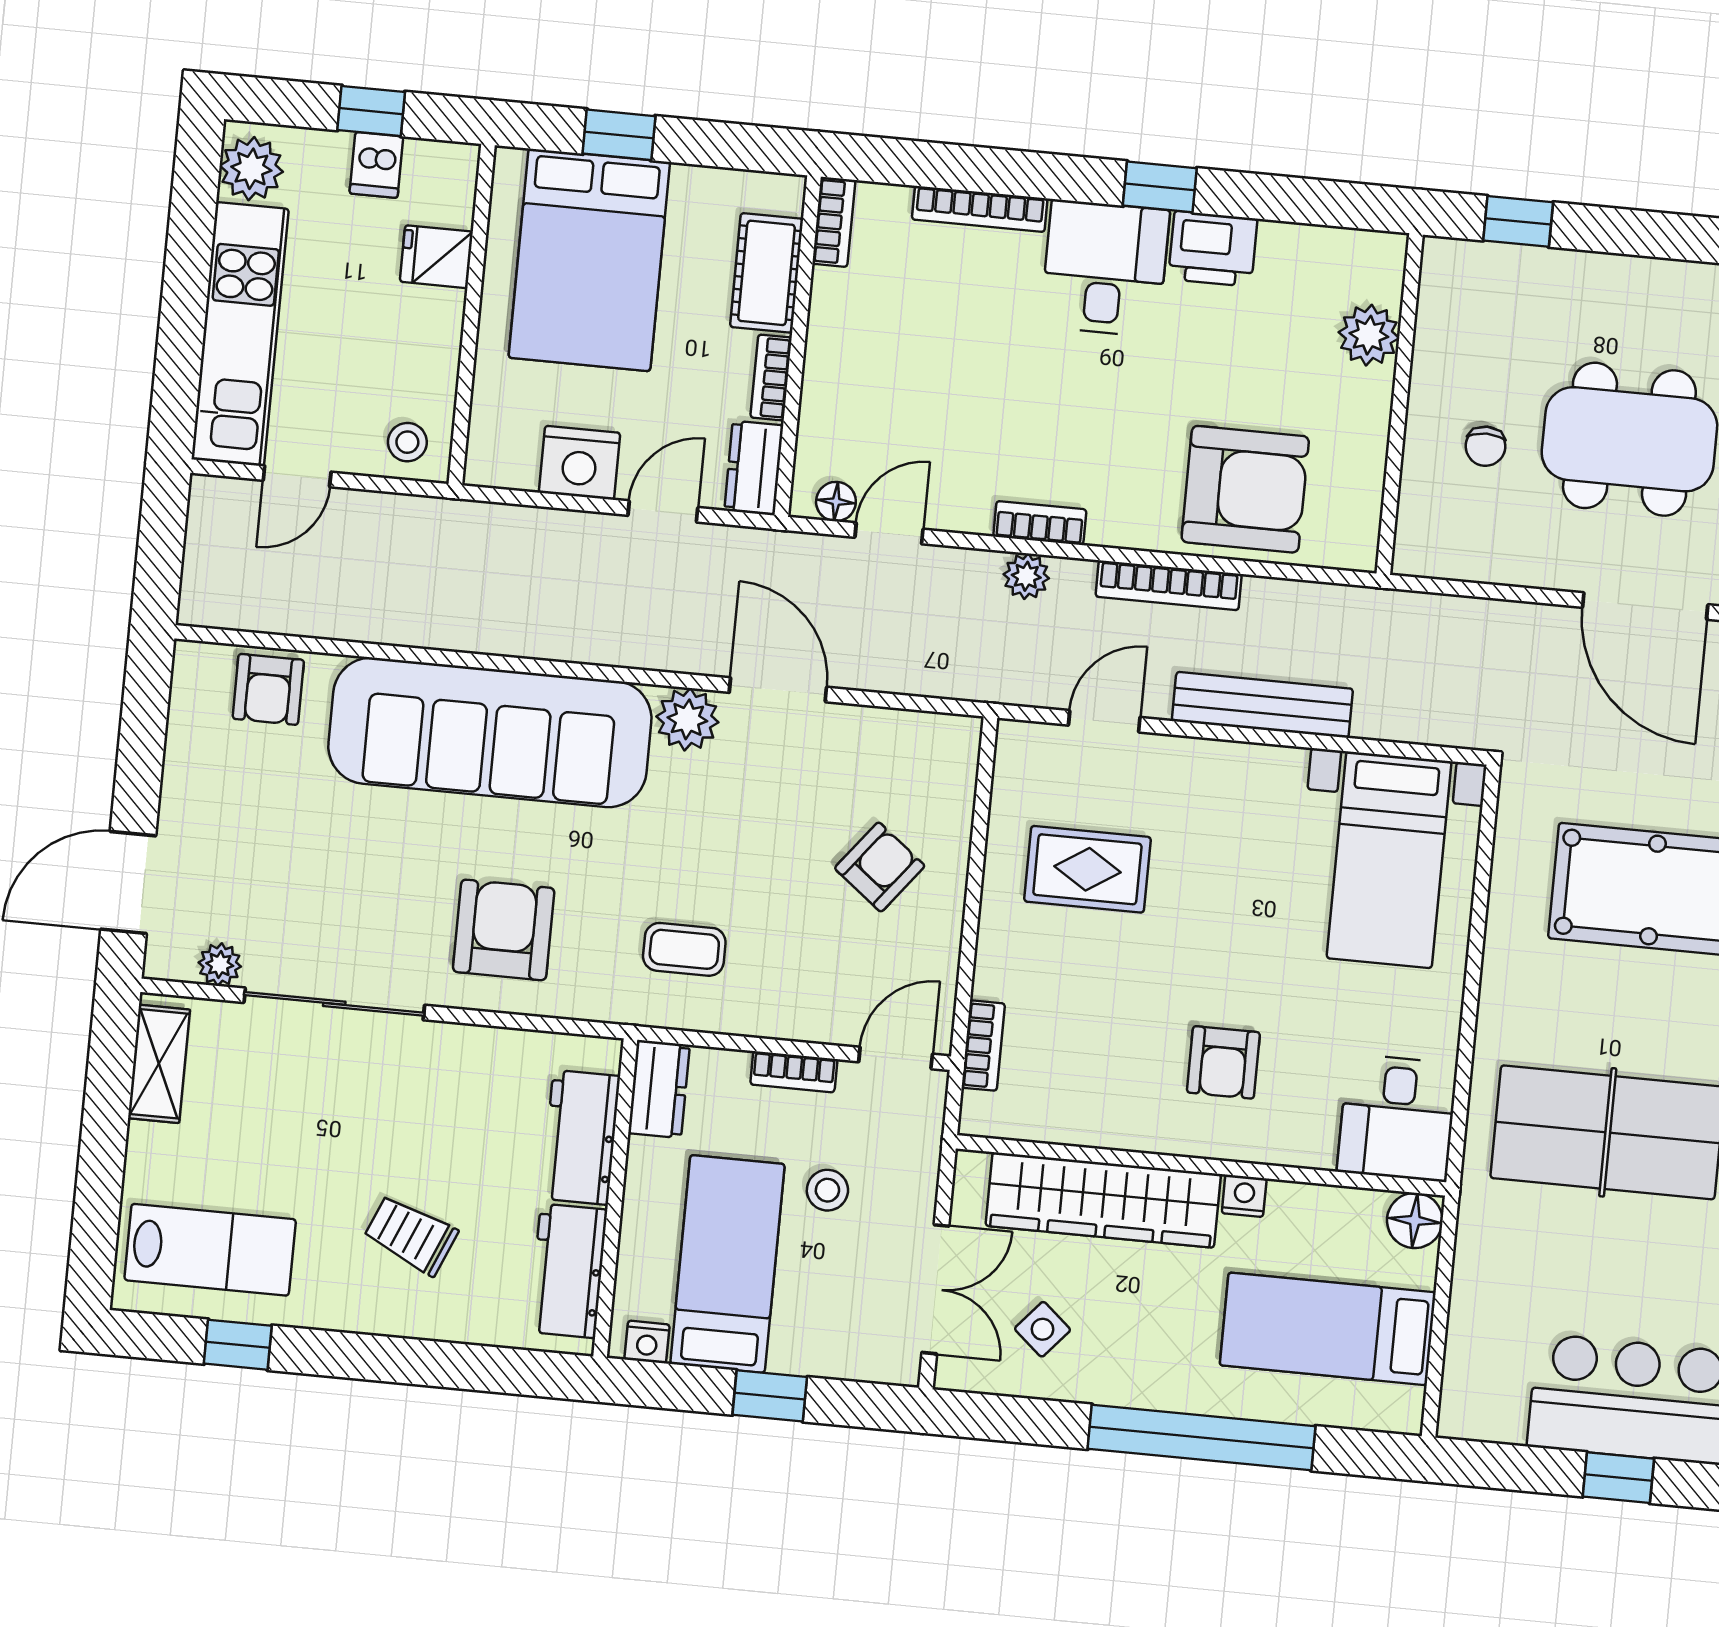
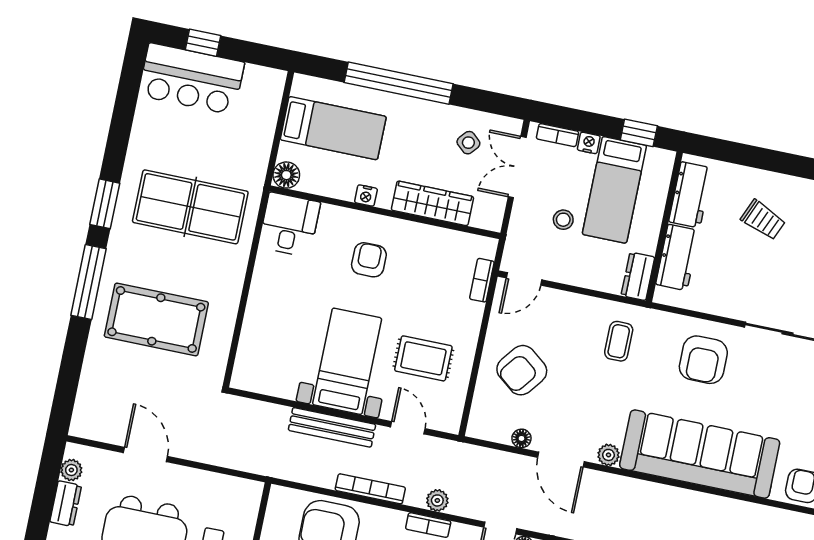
door: (1645, 606) -> (145, 454), width x0.73
plant: (687, 719) -> (608, 455), width x0.73, depth x0.73
door: (1104, 721) -> (408, 428), swing flipped
floor lamp: (865, 725) -> (521, 438), added
bed with nightstands: (1389, 860) -> (347, 361), moved
armchair: (880, 867) -> (522, 370), width x1.38, depth x1.38
coffee table: (684, 949) -> (619, 341), turned 90
bookcase: (794, 1072) -> (558, 135), moved, turned 180
wardrobe: (1103, 1200) -> (432, 203), width x0.71, depth x0.85
nightstand: (647, 1342) -> (589, 143), moved
window: (770, 1396) -> (639, 133), moved

